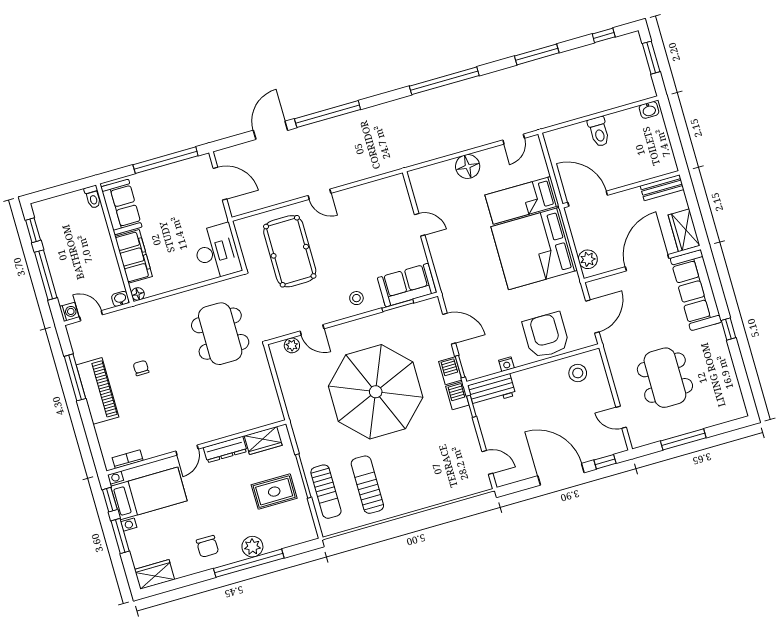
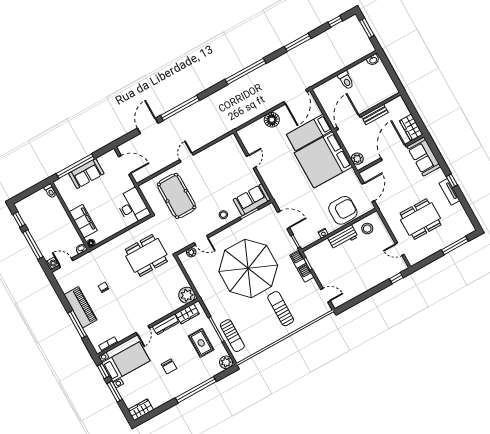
door: (514, 139) -> (296, 97), width x1.88
window: (166, 160) -> (75, 166), moved
bench: (662, 188) -> (375, 115), moved
door: (319, 194) -> (186, 157), swing flipped
door: (588, 199) -> (349, 122), hinge flipped
sofa: (121, 207) -> (86, 173), moved, turned 90
door: (420, 225) -> (251, 162), hinge flipped
sofa: (696, 290) -> (424, 156), width x0.73
dining table: (220, 334) -> (146, 255), turned 90
armchair: (546, 335) -> (343, 210), turned 90
tv unit: (720, 346) -> (449, 192), added
barbecue: (450, 371) -> (306, 273), moved
window: (75, 377) -> (77, 324), moved
dining table: (665, 378) -> (420, 219), turned 90
workbench: (492, 390) -> (343, 237), moved
plant: (269, 411) -> (187, 295), added
window: (683, 439) -> (455, 246), moved
door: (561, 474) -> (371, 292), removed
sun lounger: (367, 485) -> (281, 309), moved
rug: (274, 492) -> (201, 343), turned 90
chair: (207, 546) -> (169, 366), moved
plant: (252, 547) -> (226, 362), moved

